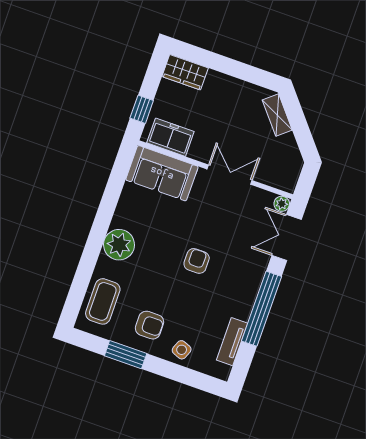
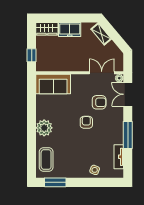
freezer: (170, 137) -> (70, 30), moved, turned 180
double door: (230, 175) -> (102, 73), moved
window: (262, 309) -> (128, 135), width x0.68
armchair: (150, 325) -> (99, 102), moved
window: (126, 355) -> (55, 182), moved

